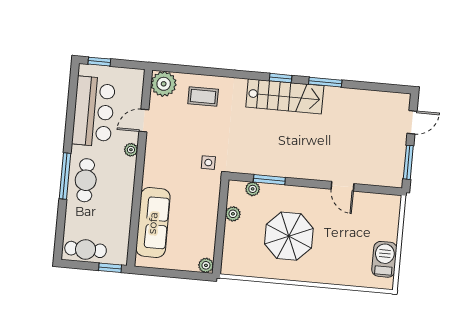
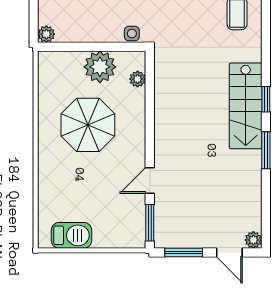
plant: (403, 100) -> (253, 240), added
side table: (208, 163) -> (132, 34), moved
window: (269, 180) -> (150, 223), moved
plant: (233, 214) -> (100, 67), width x1.87, depth x1.87

